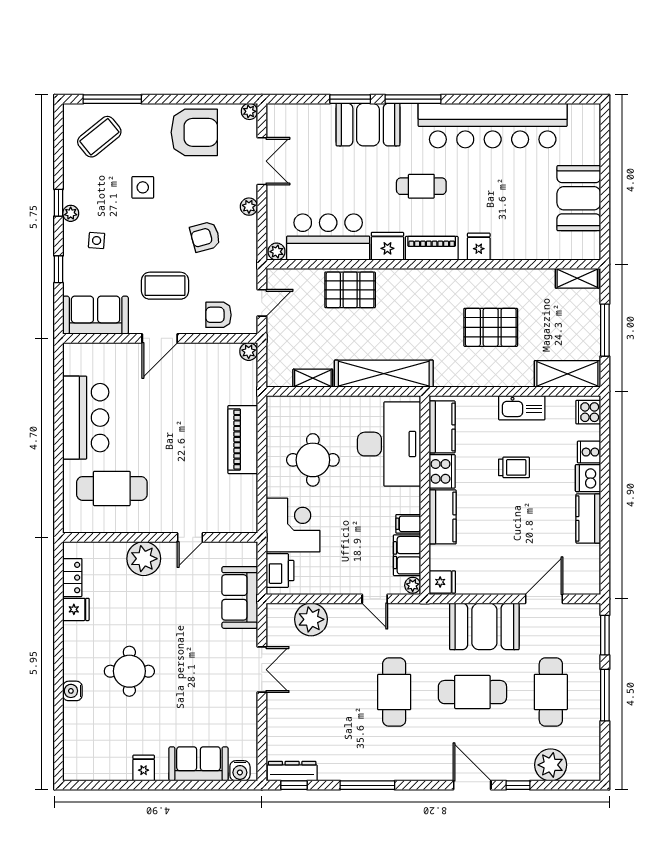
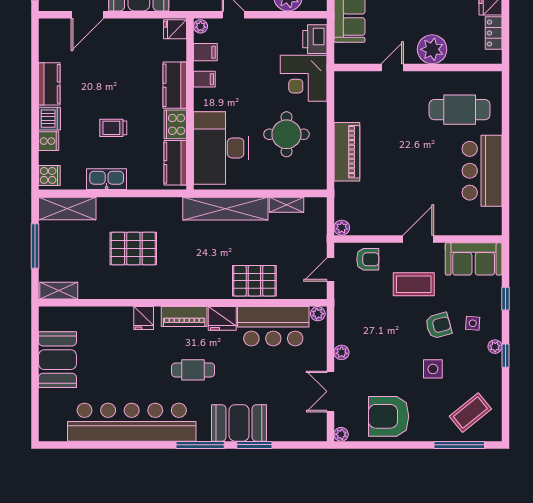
armchair: (205, 237) -> (439, 325), moved
filing cabinet: (407, 555) -> (205, 52), width x0.50

